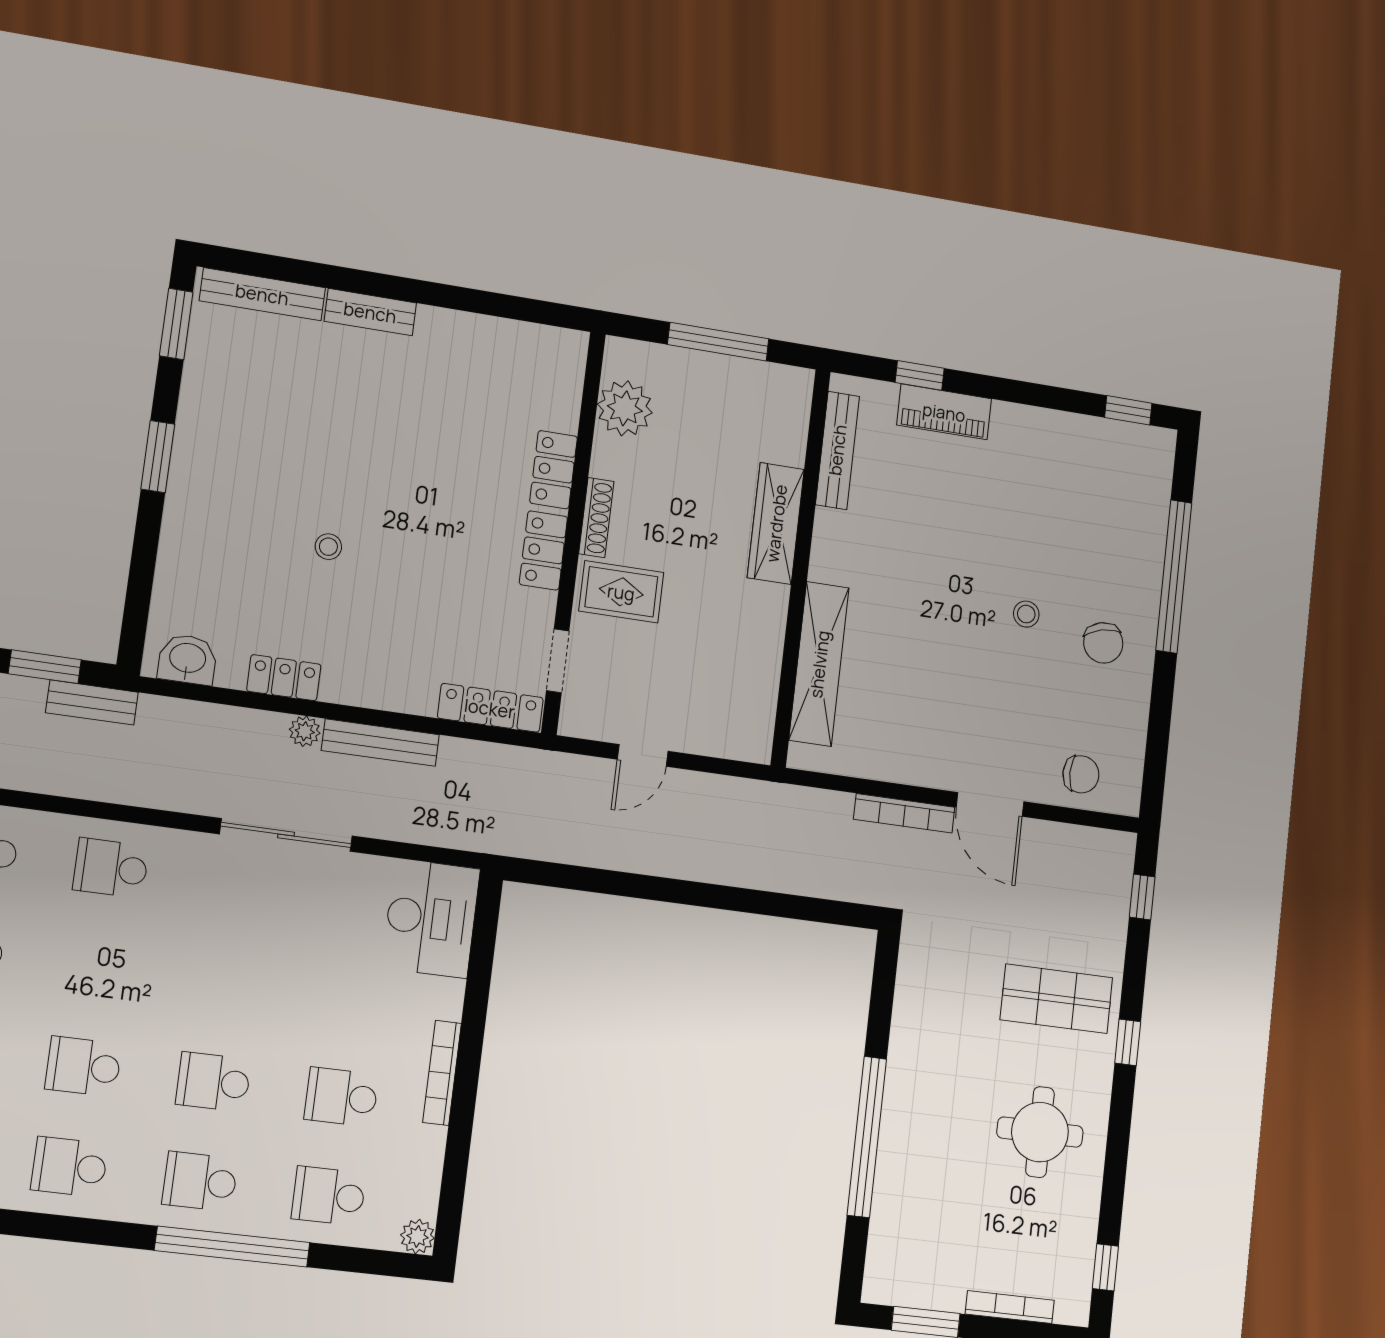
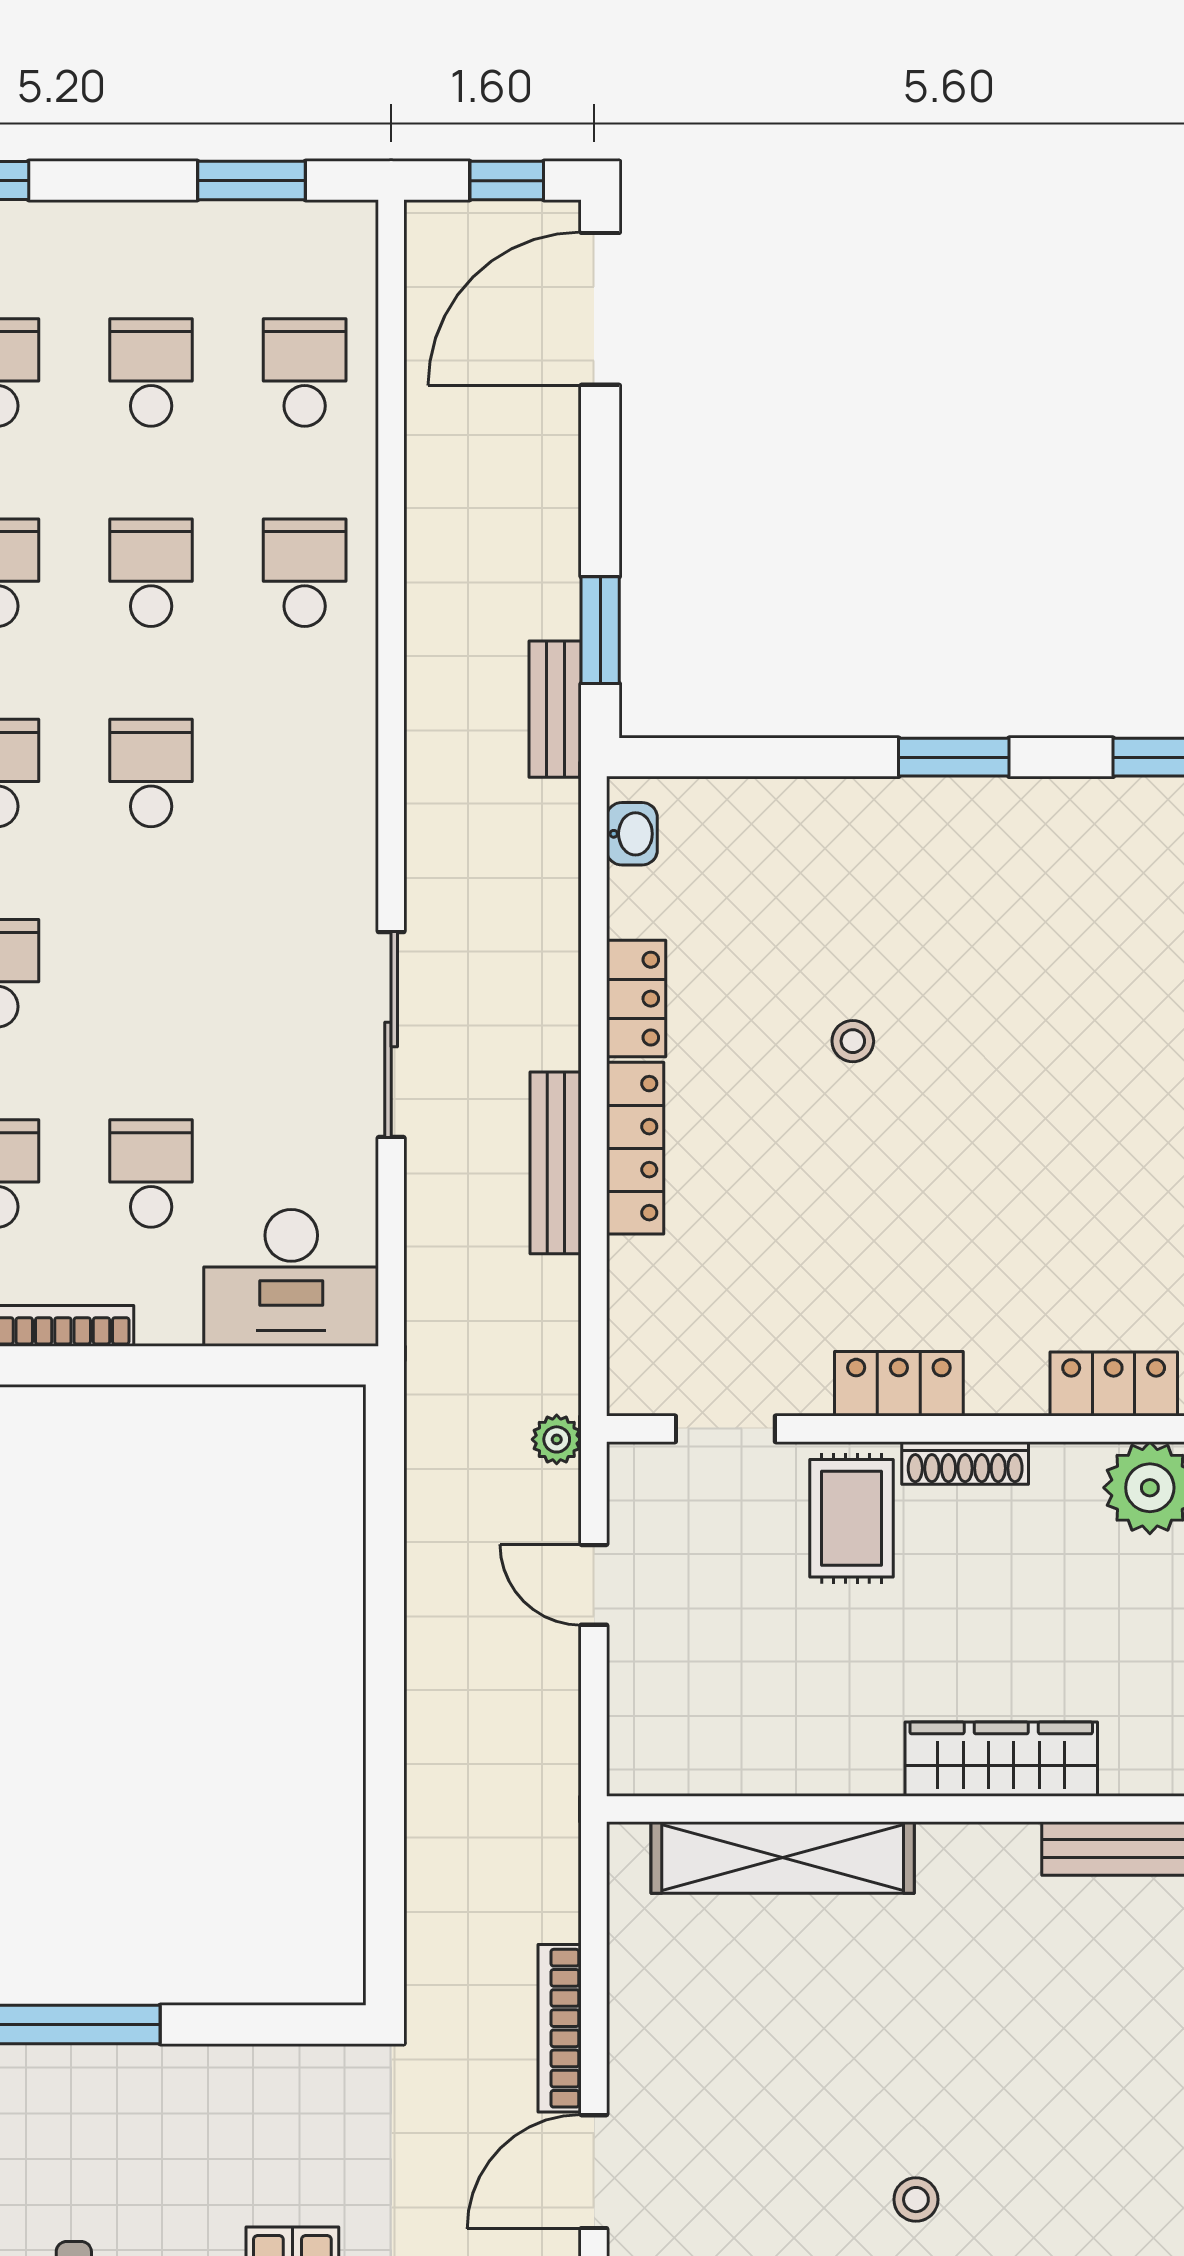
locker: (554, 470) -> (1114, 1384), moved
washbasin: (187, 659) -> (632, 834), width x0.72, depth x0.69
locker: (490, 708) -> (635, 1148), moved
plant: (305, 731) -> (557, 1439), moved
school desk: (111, 868) -> (151, 773), moved
school desk: (354, 999) -> (151, 1173), added

